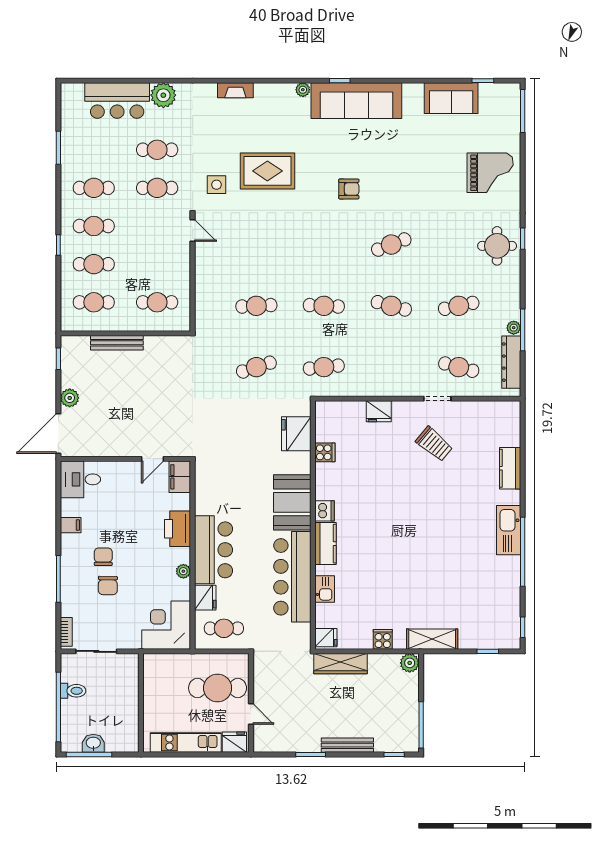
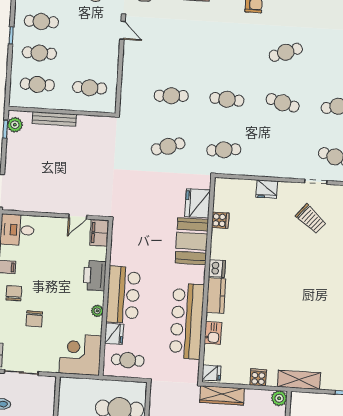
plant: (70, 398) -> (15, 125), moved
booth: (292, 502) -> (192, 241), moved
chair: (103, 557) -> (14, 293), moved

